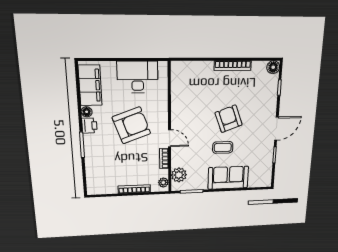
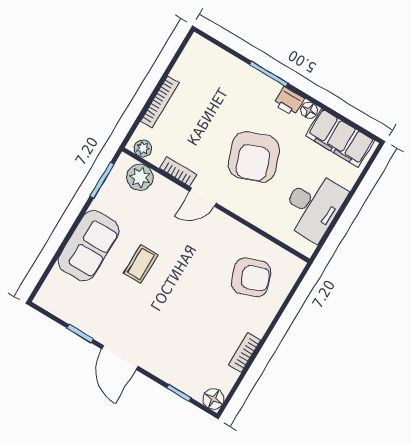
bookcase: (233, 66) -> (245, 352), width x0.64
armchair: (229, 119) -> (251, 277), moved

